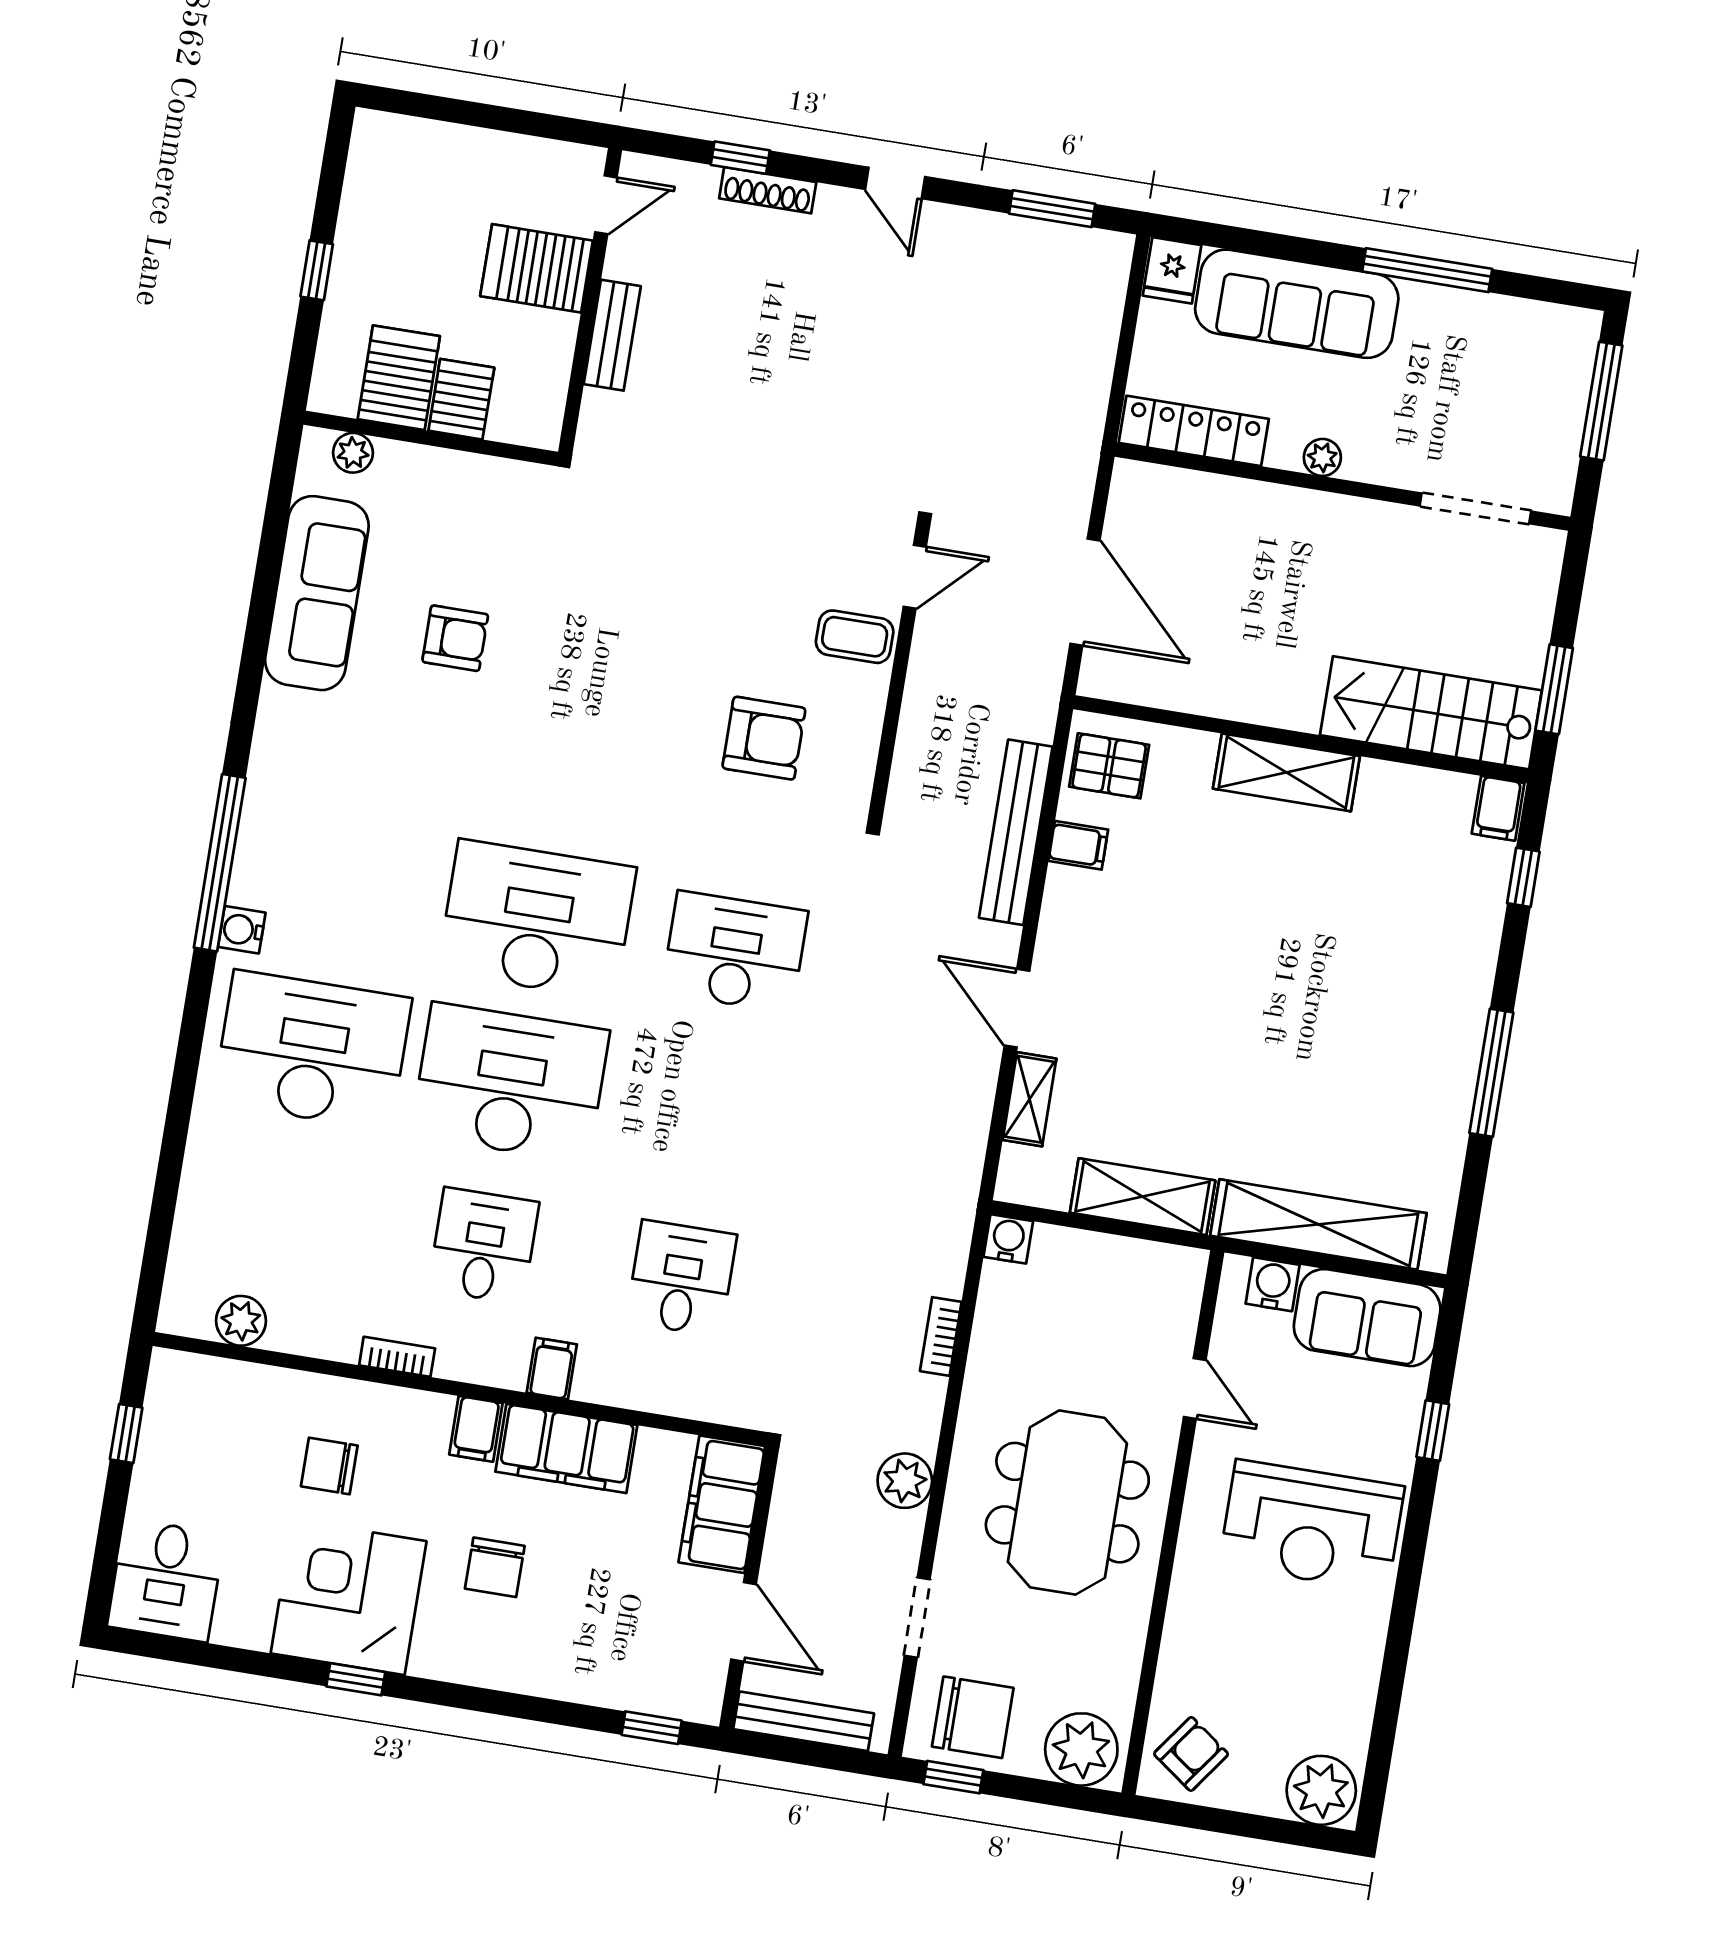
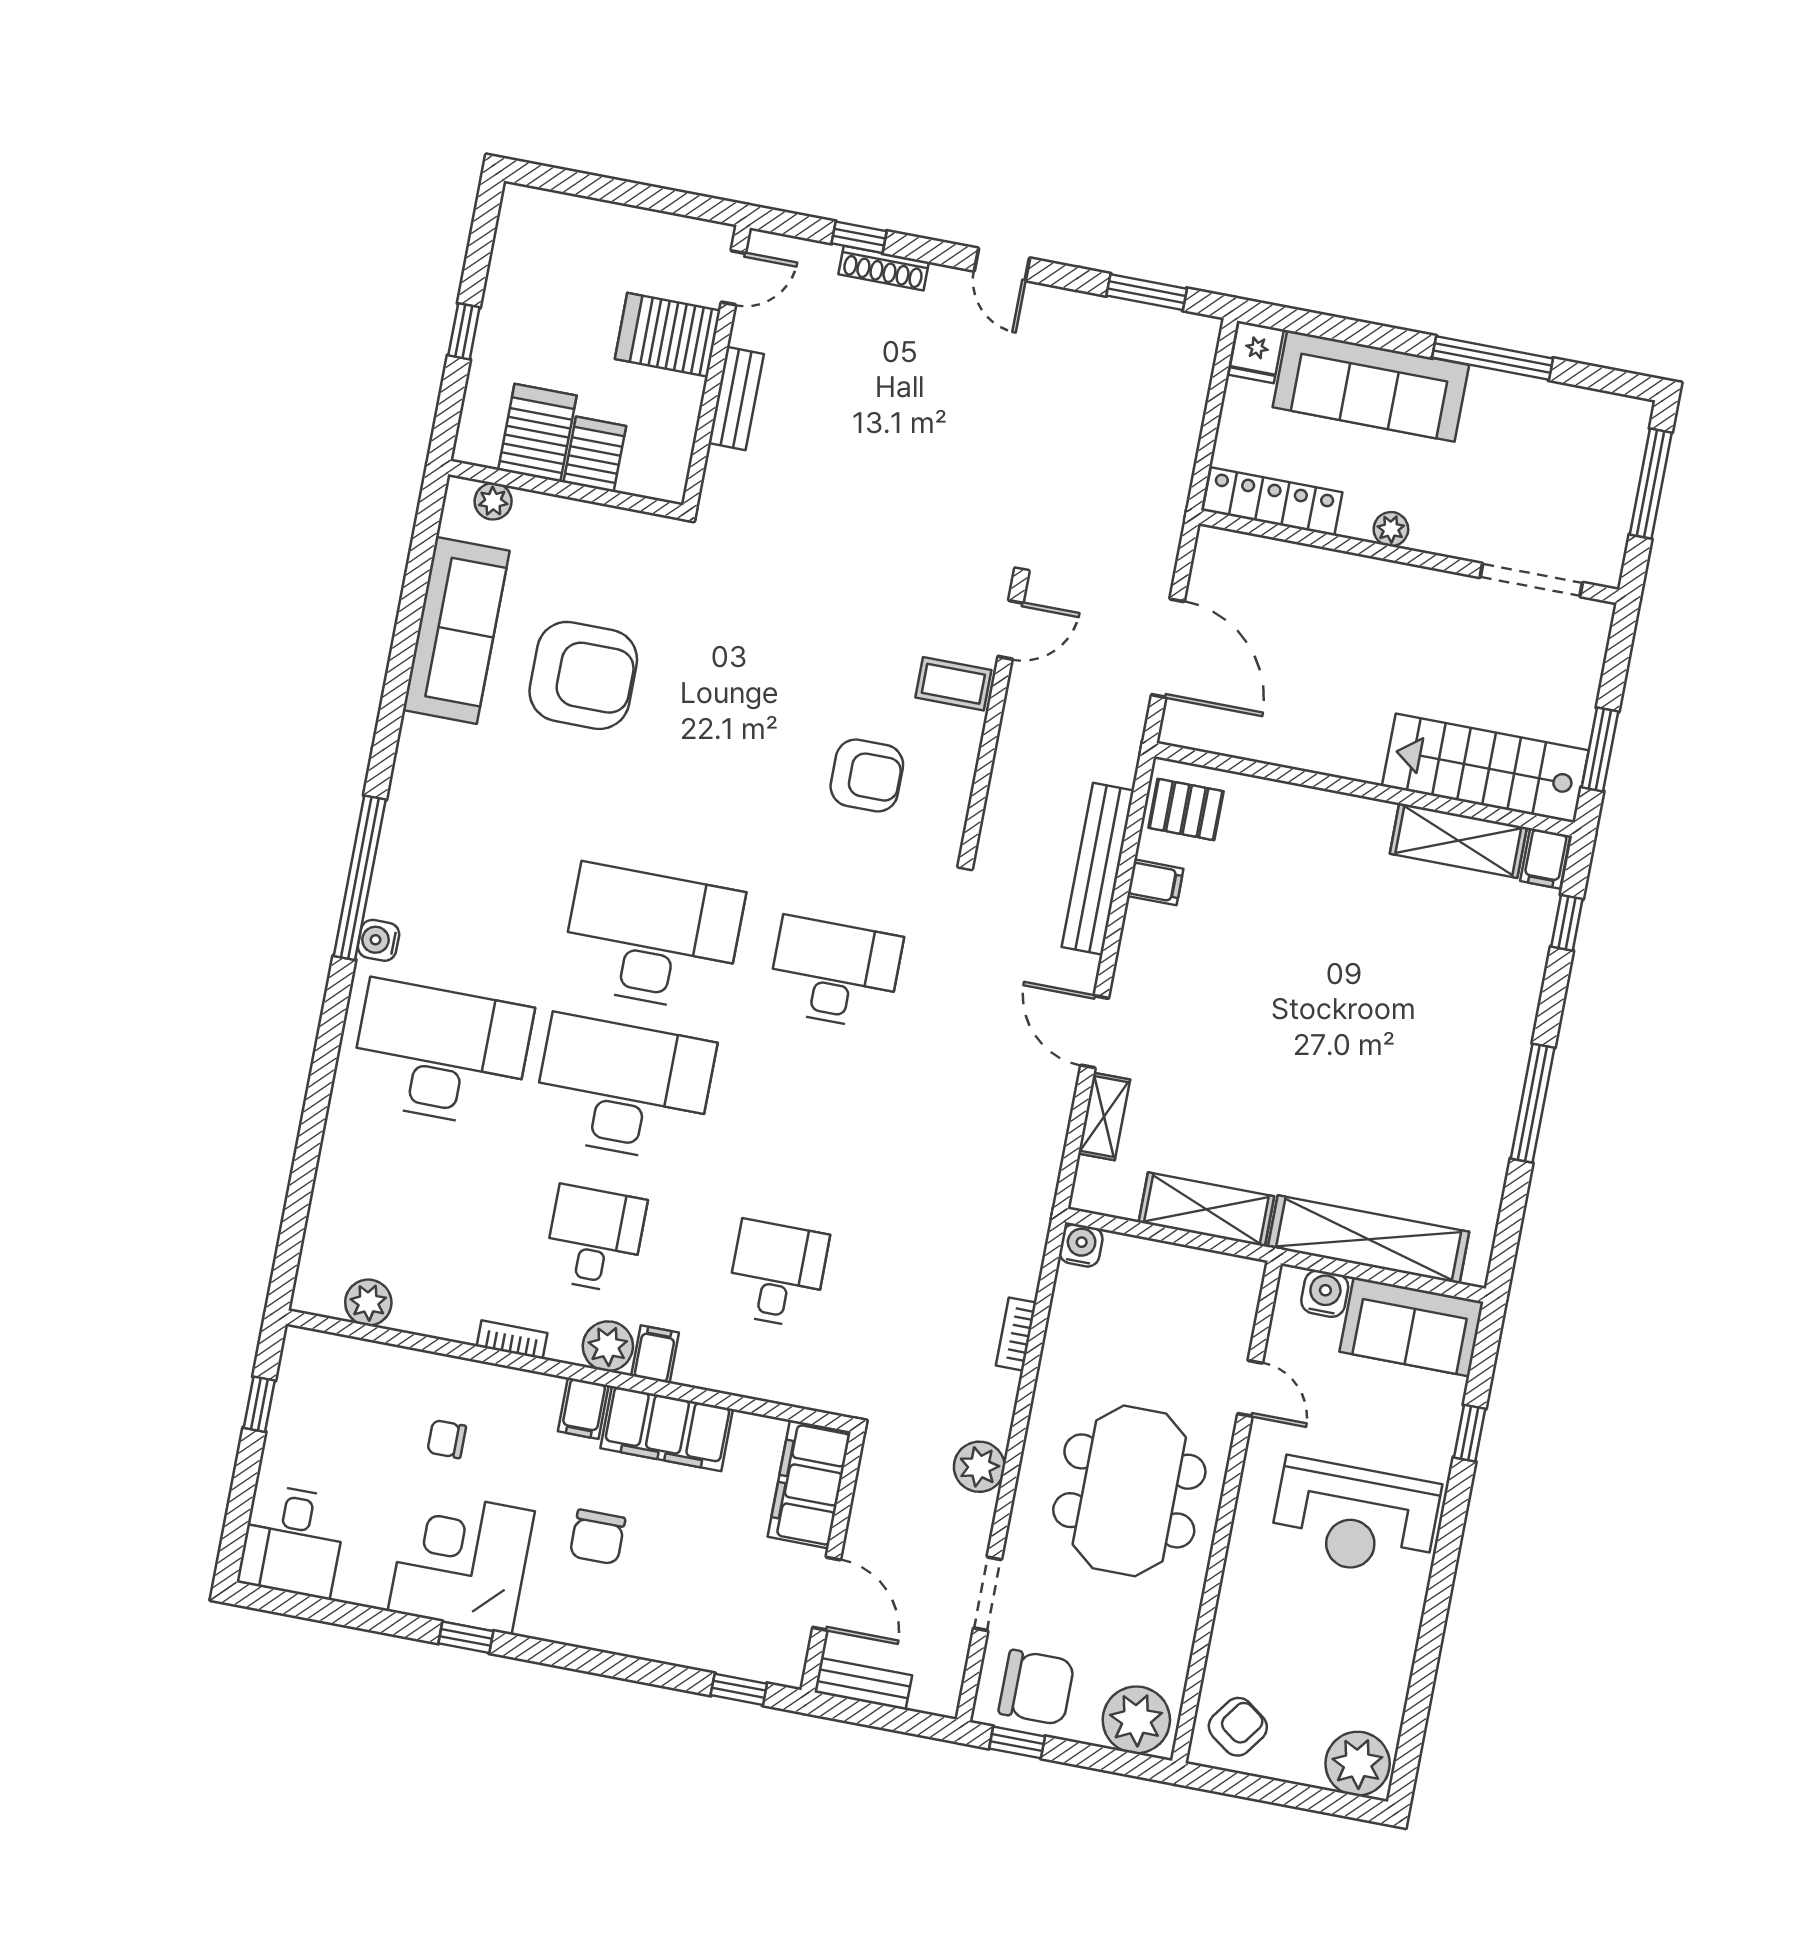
armchair: (455, 638) -> (583, 675), width x1.88, depth x1.88
shelving: (1286, 772) -> (1458, 841), moved
plant: (501, 1361) -> (608, 1346), added
chair: (329, 1466) -> (447, 1439), width x0.73, depth x0.73
bench: (804, 1721) -> (863, 1684), width x0.73

